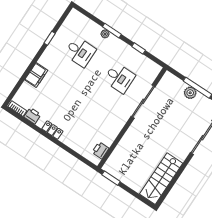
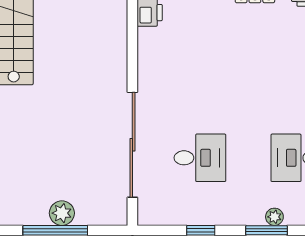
desk: (119, 78) -> (200, 158), turned 180
sliding door: (143, 101) -> (132, 145), width x1.36

